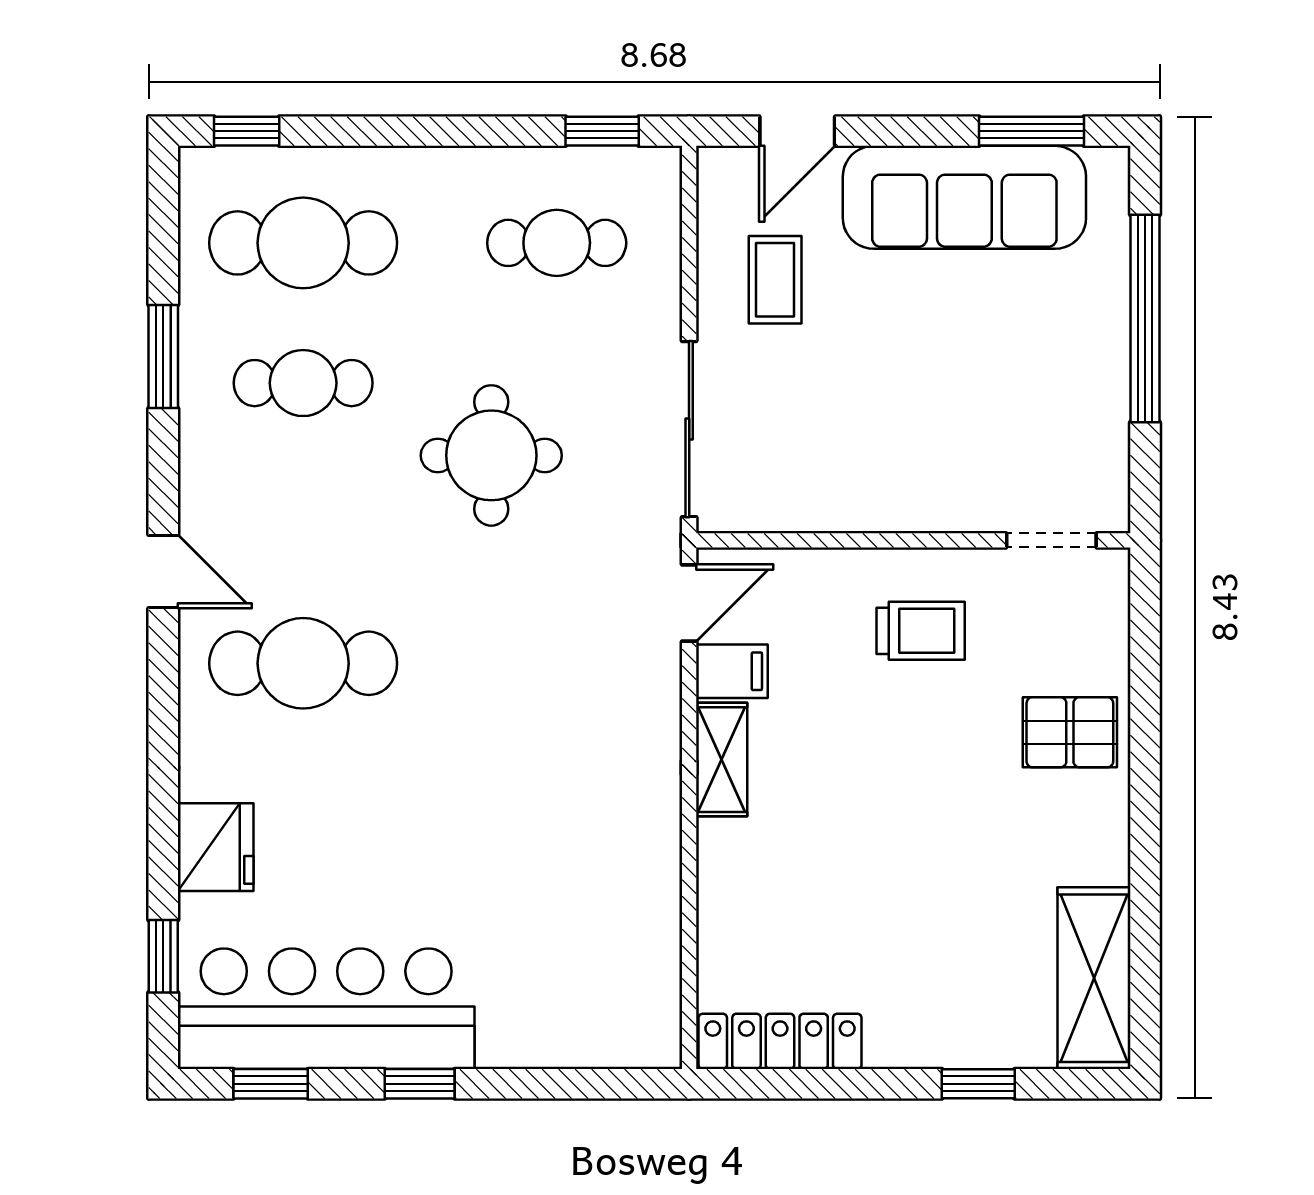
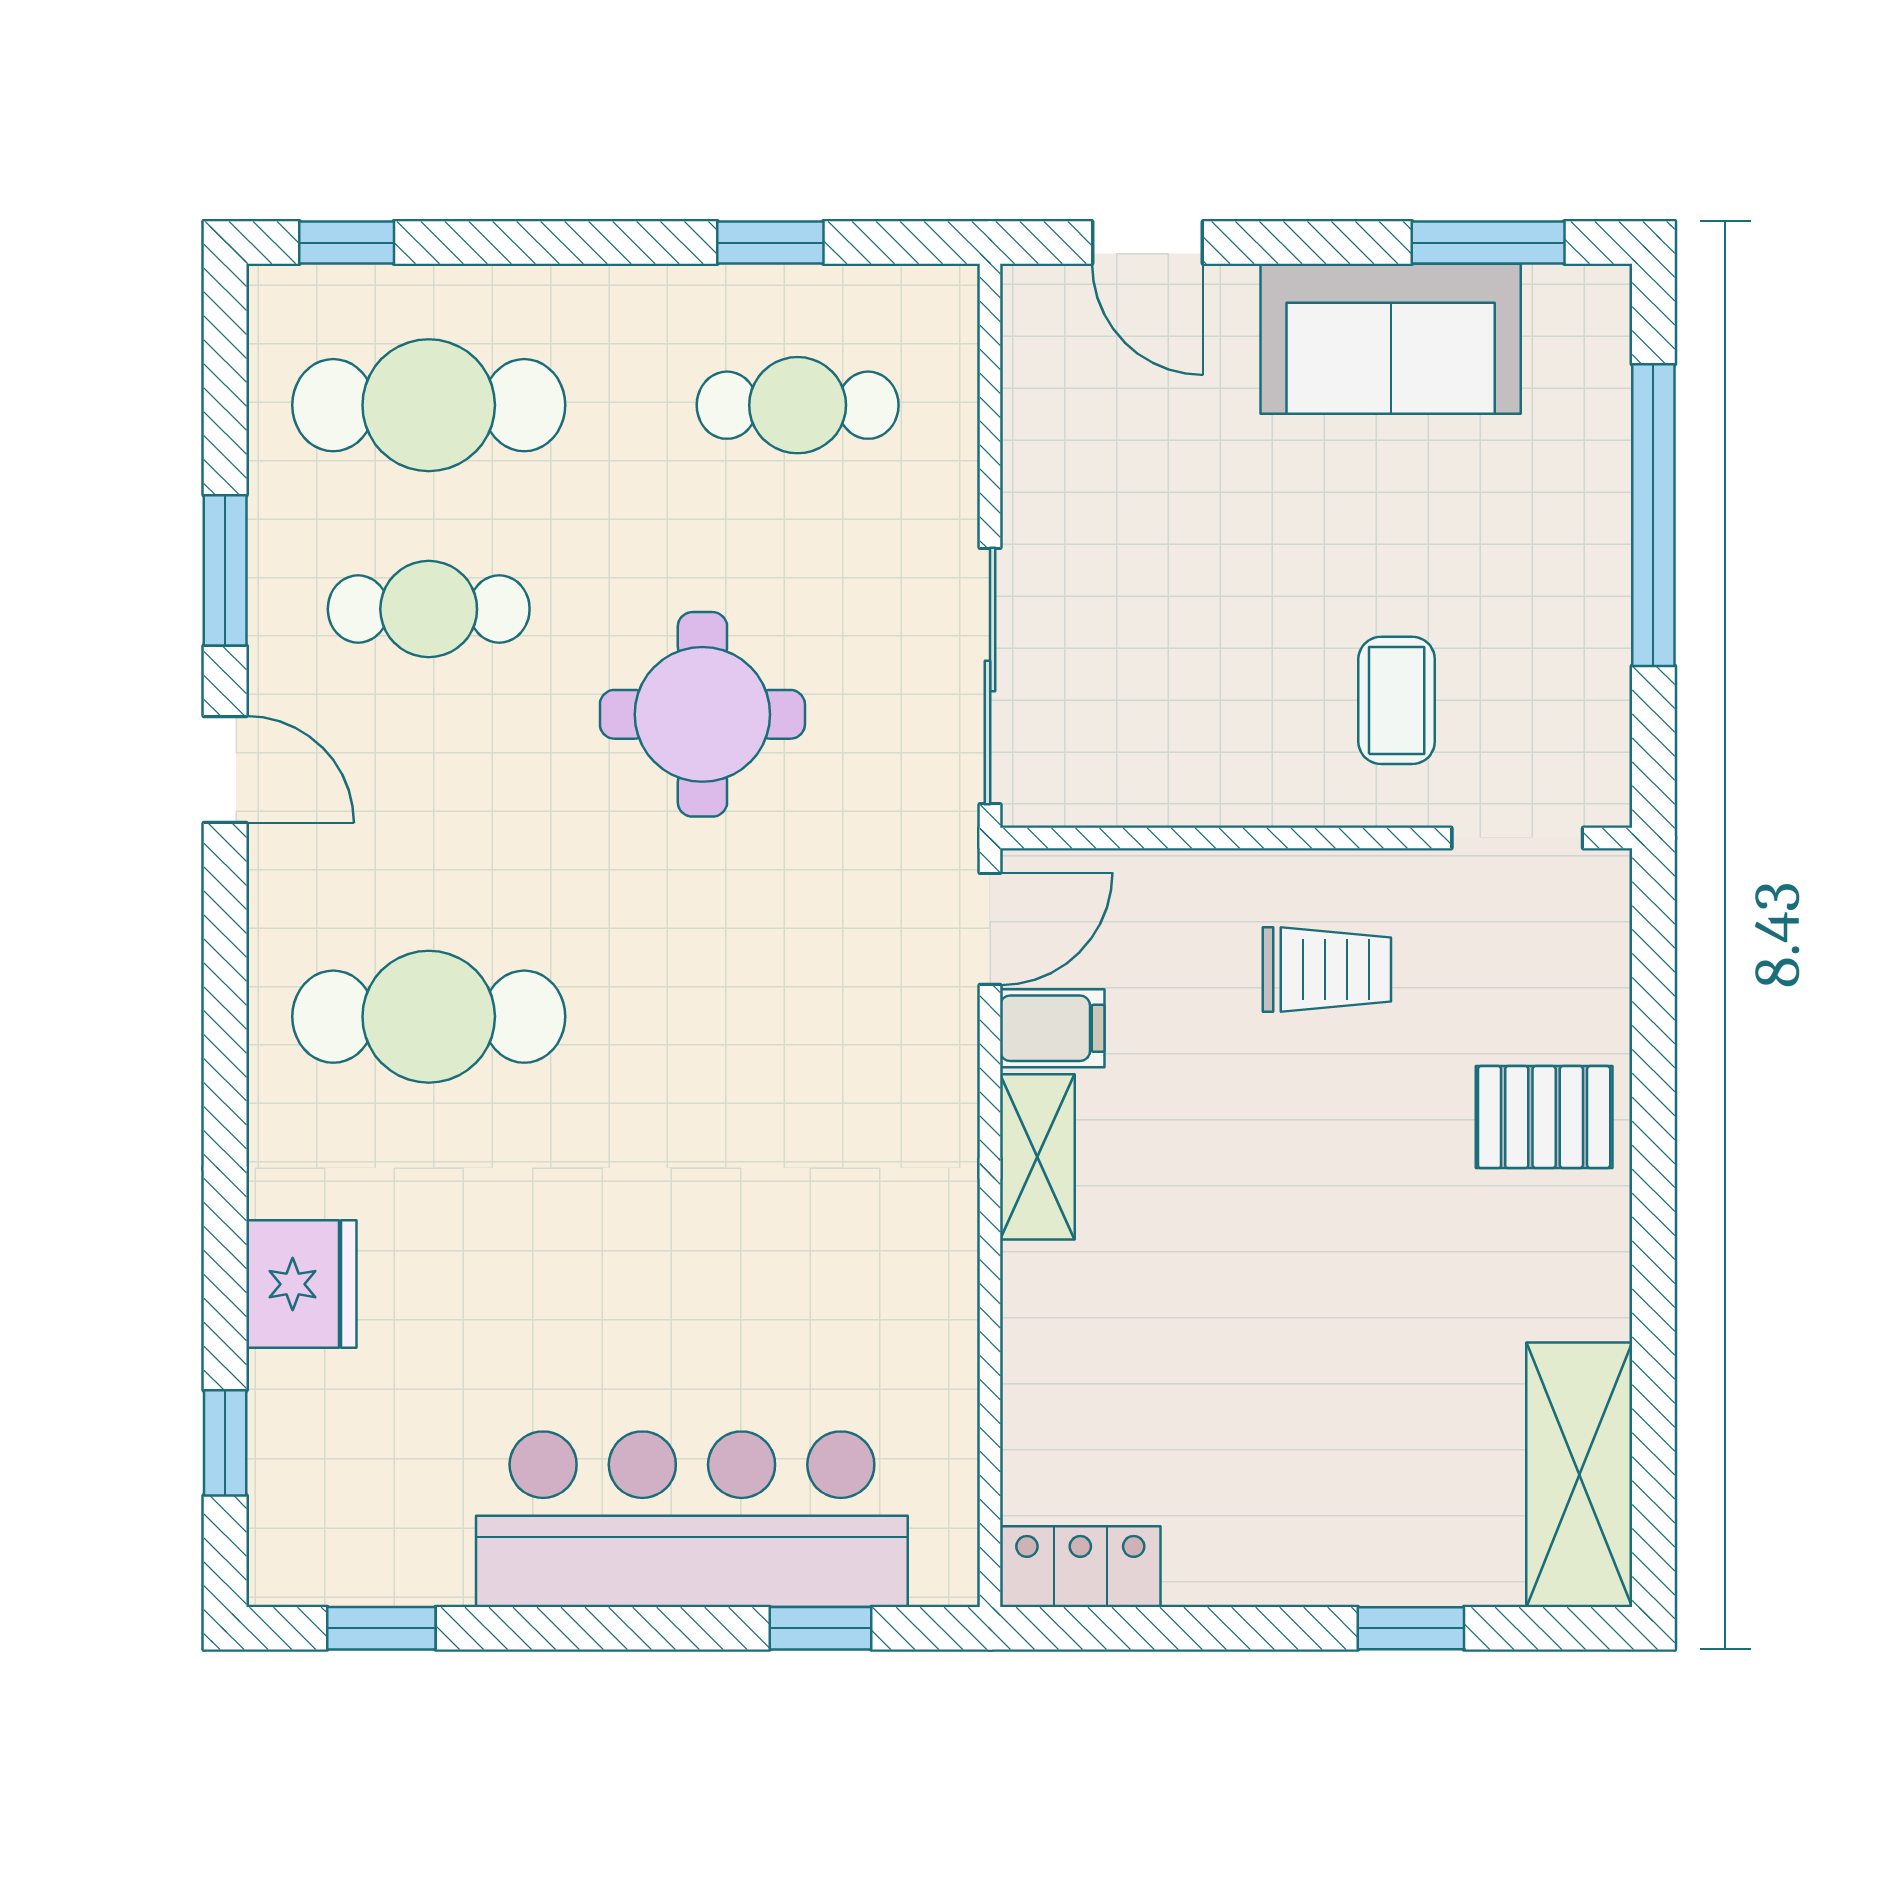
window: (602, 131) -> (770, 243), moved
door: (797, 131) -> (1147, 243), hinge flipped
sofa: (964, 197) -> (1391, 339), width x0.73
coffee table: (775, 280) -> (1397, 700), moved
door: (163, 571) -> (225, 770), moved
bar counter: (326, 1009) -> (692, 1519), moved
locker: (780, 1041) -> (1080, 1567), width x0.66
window: (420, 1084) -> (820, 1628), moved

